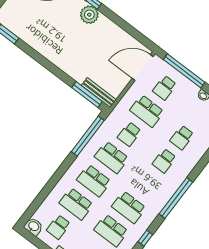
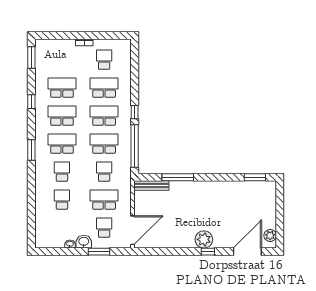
window: (184, 71) -> (99, 252), width x0.47
window: (87, 95) -> (178, 177), moved
window: (66, 164) -> (135, 112), added
school desk: (146, 184) -> (62, 144), added
window: (176, 198) -> (31, 150), width x0.47
washbasin: (33, 226) -> (84, 242), moved, turned 180

